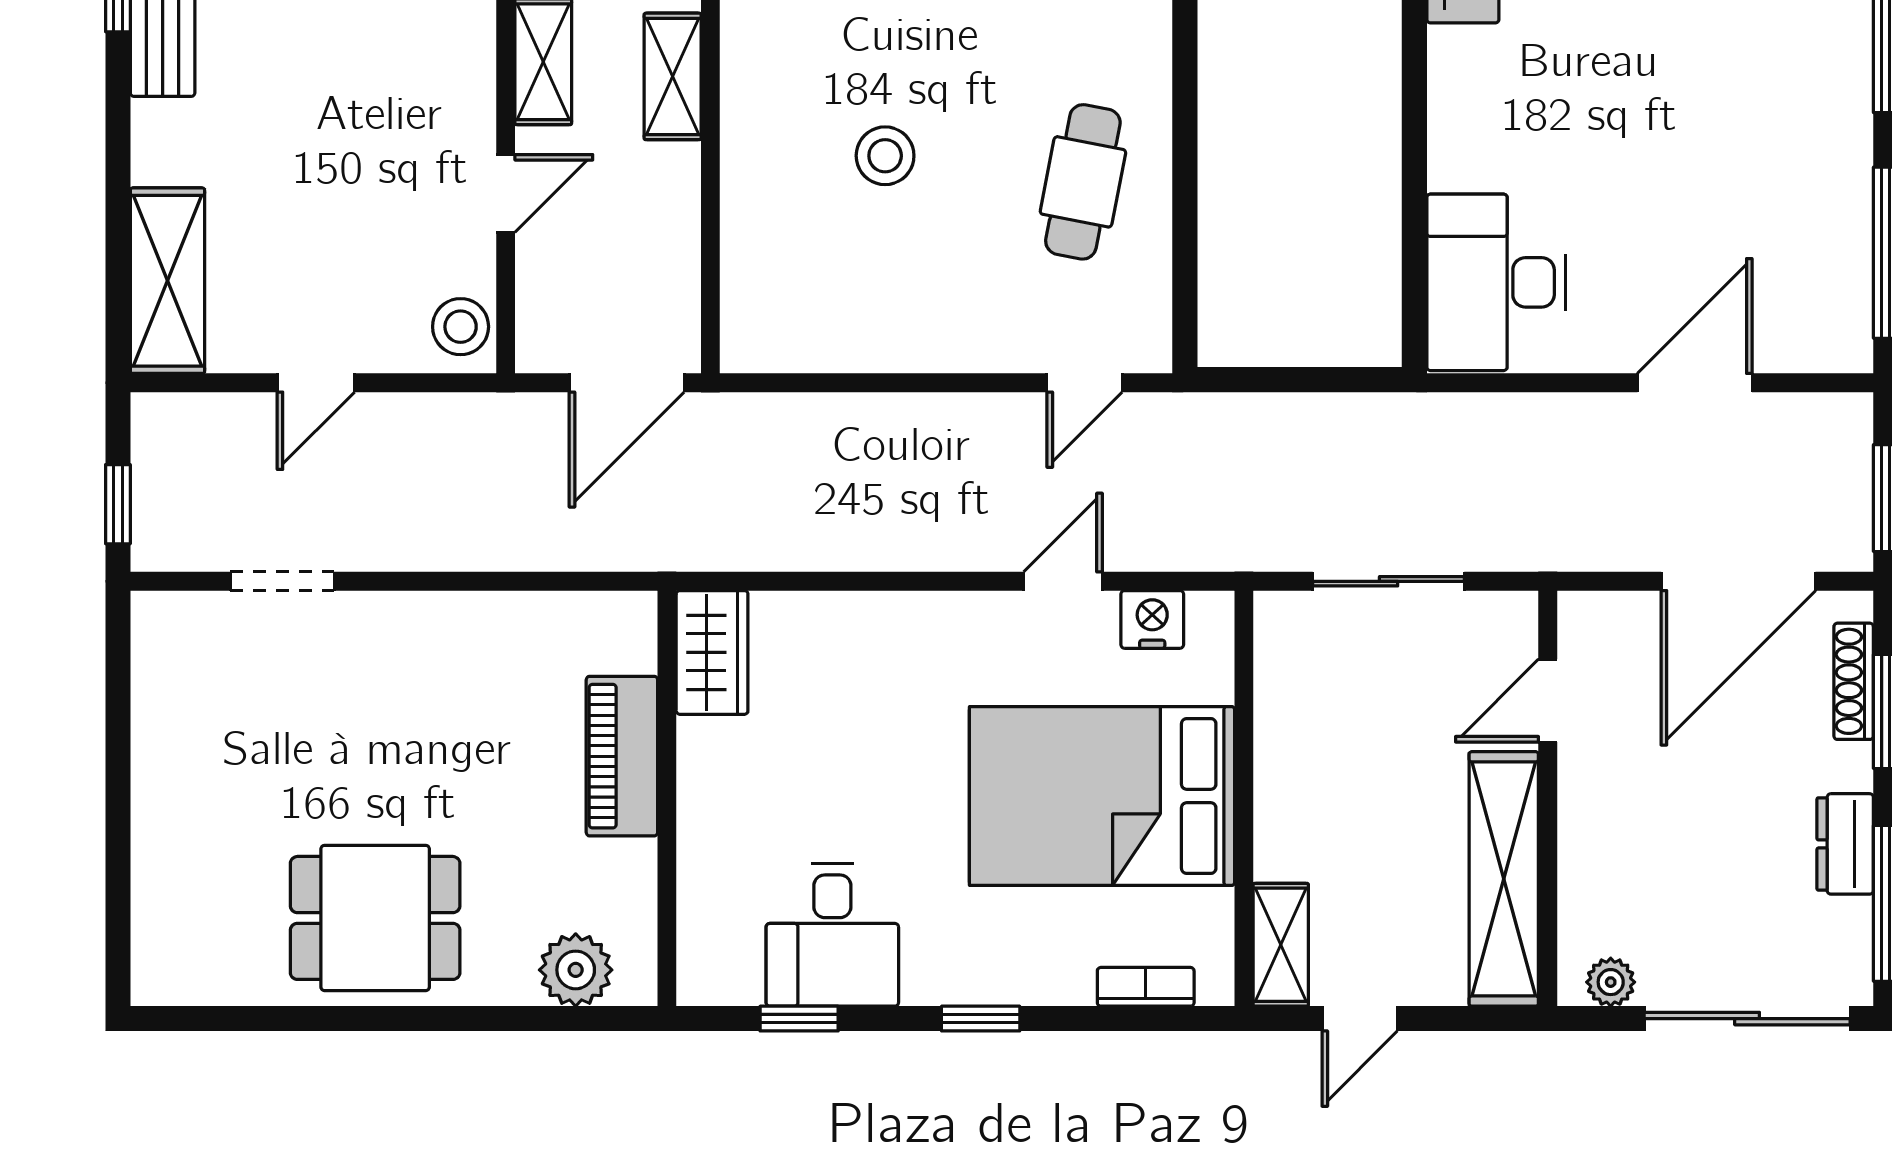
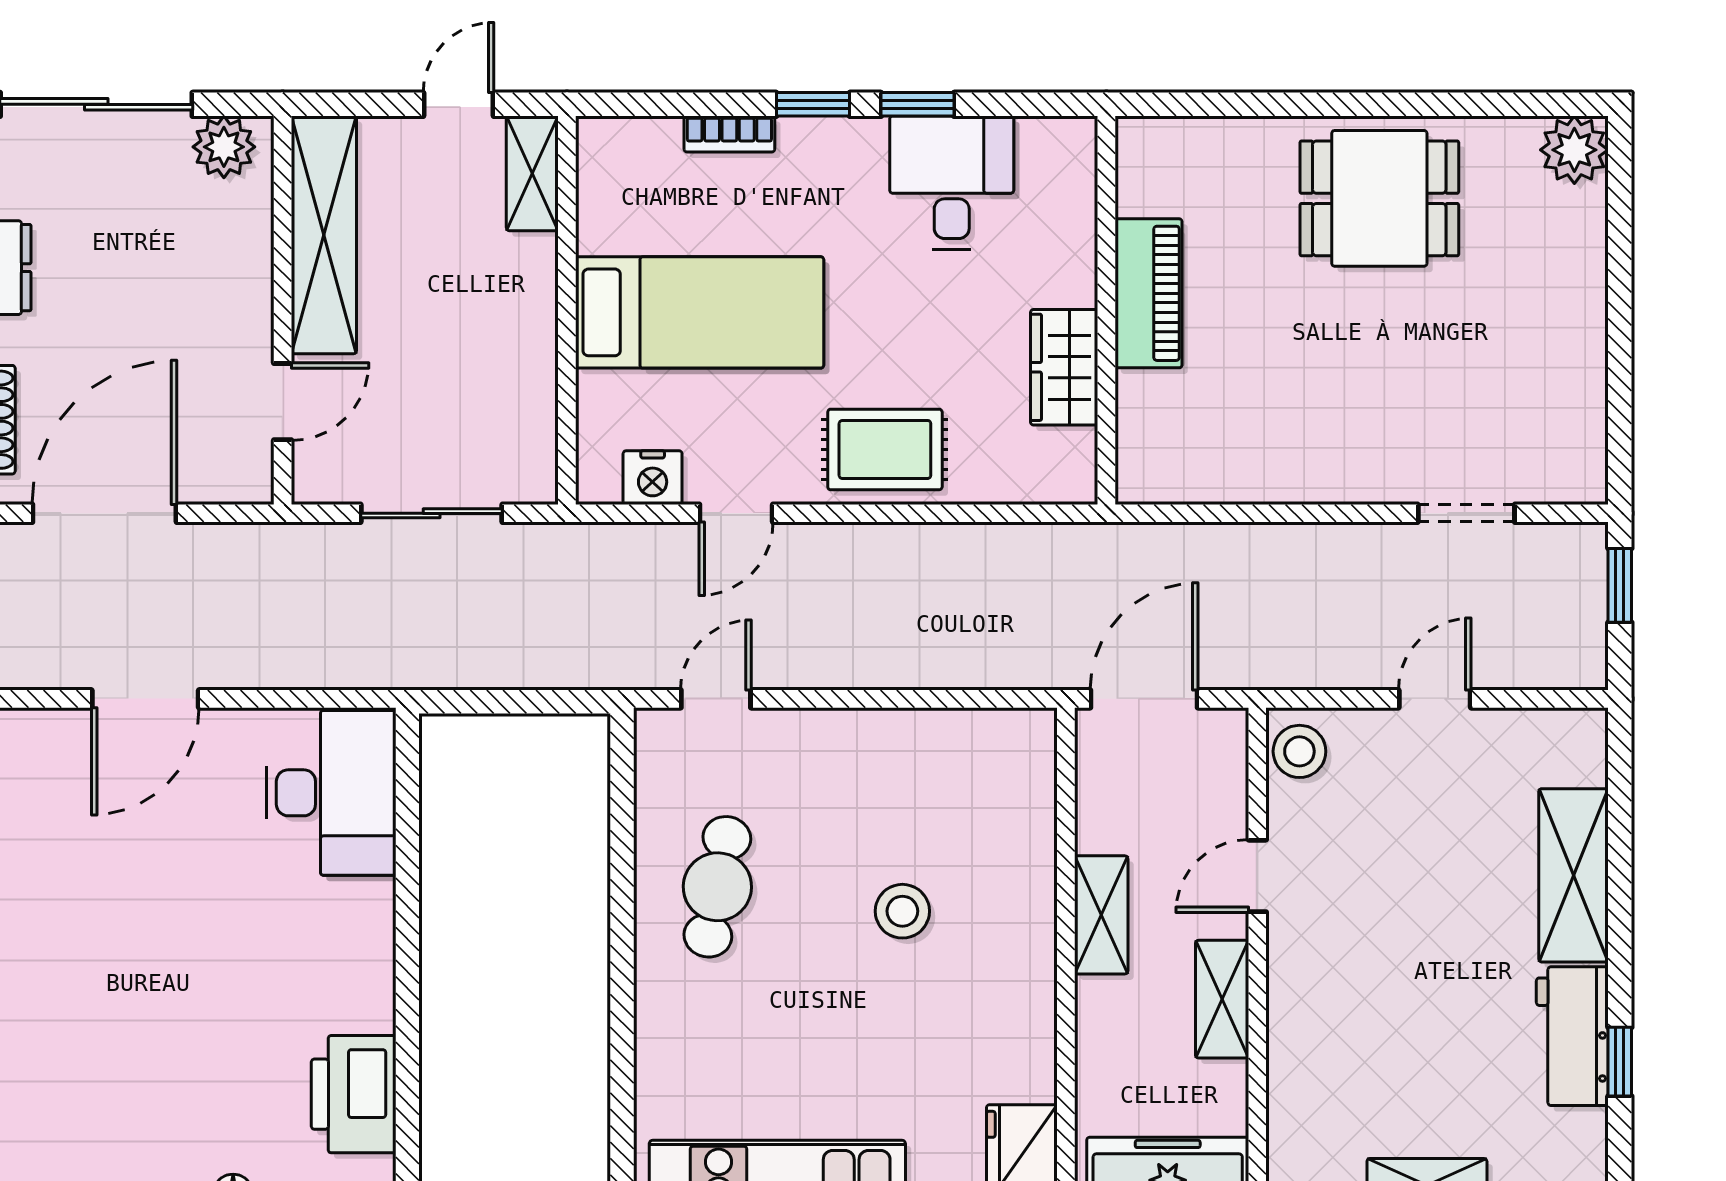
shelving: (673, 76) -> (1101, 915), moved
shelving: (167, 281) -> (1574, 875), moved
rug: (904, 649) -> (885, 449), added
wardrobe: (712, 652) -> (1064, 367), moved
piano: (622, 756) -> (1149, 293), moved
bed: (1102, 796) -> (700, 312), width x0.67
plant: (576, 970) -> (1574, 150), moved
plant: (1611, 982) -> (224, 147), width x1.38, depth x1.38
bookcase: (1146, 987) -> (729, 134), moved
window: (799, 1019) -> (917, 104), moved

